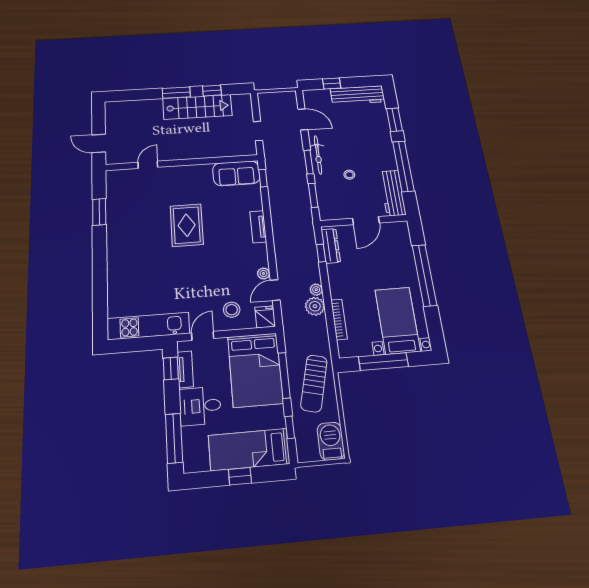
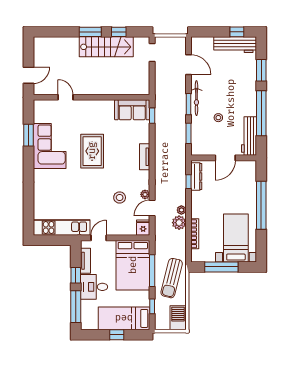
window: (332, 84) -> (237, 32), moved
doorway: (258, 131) -> (152, 52), moved
door: (99, 143) -> (28, 75), swing flipped
door: (148, 165) -> (66, 97), hinge flipped
corner sofa: (128, 223) -> (50, 146), added
stool: (232, 310) -> (120, 198), moved
window: (171, 368) -> (76, 275), moved

